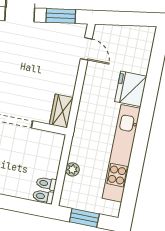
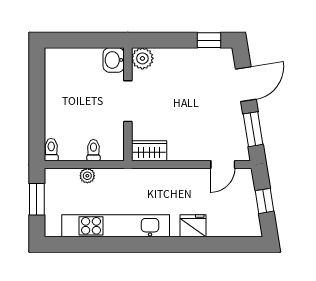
window: (126, 18) -> (264, 201), added
fridge: (131, 89) -> (193, 226), width x0.73, depth x0.75
toilet: (46, 183) -> (93, 150), moved

